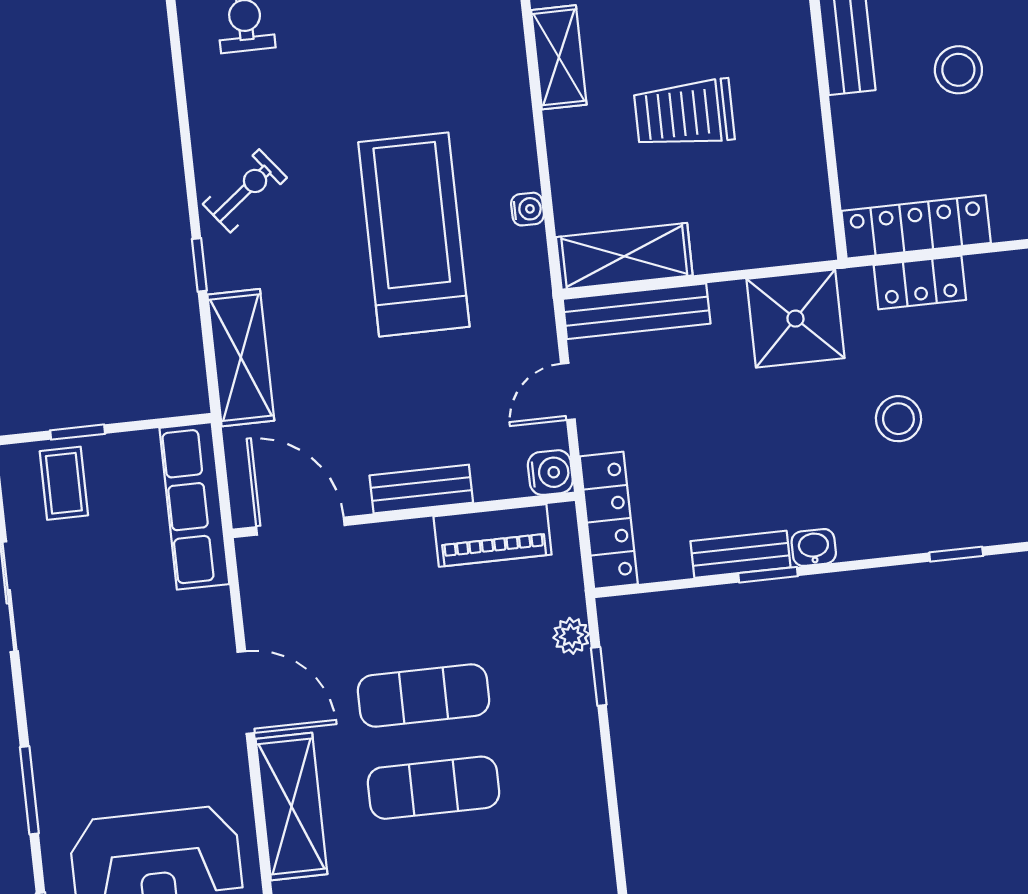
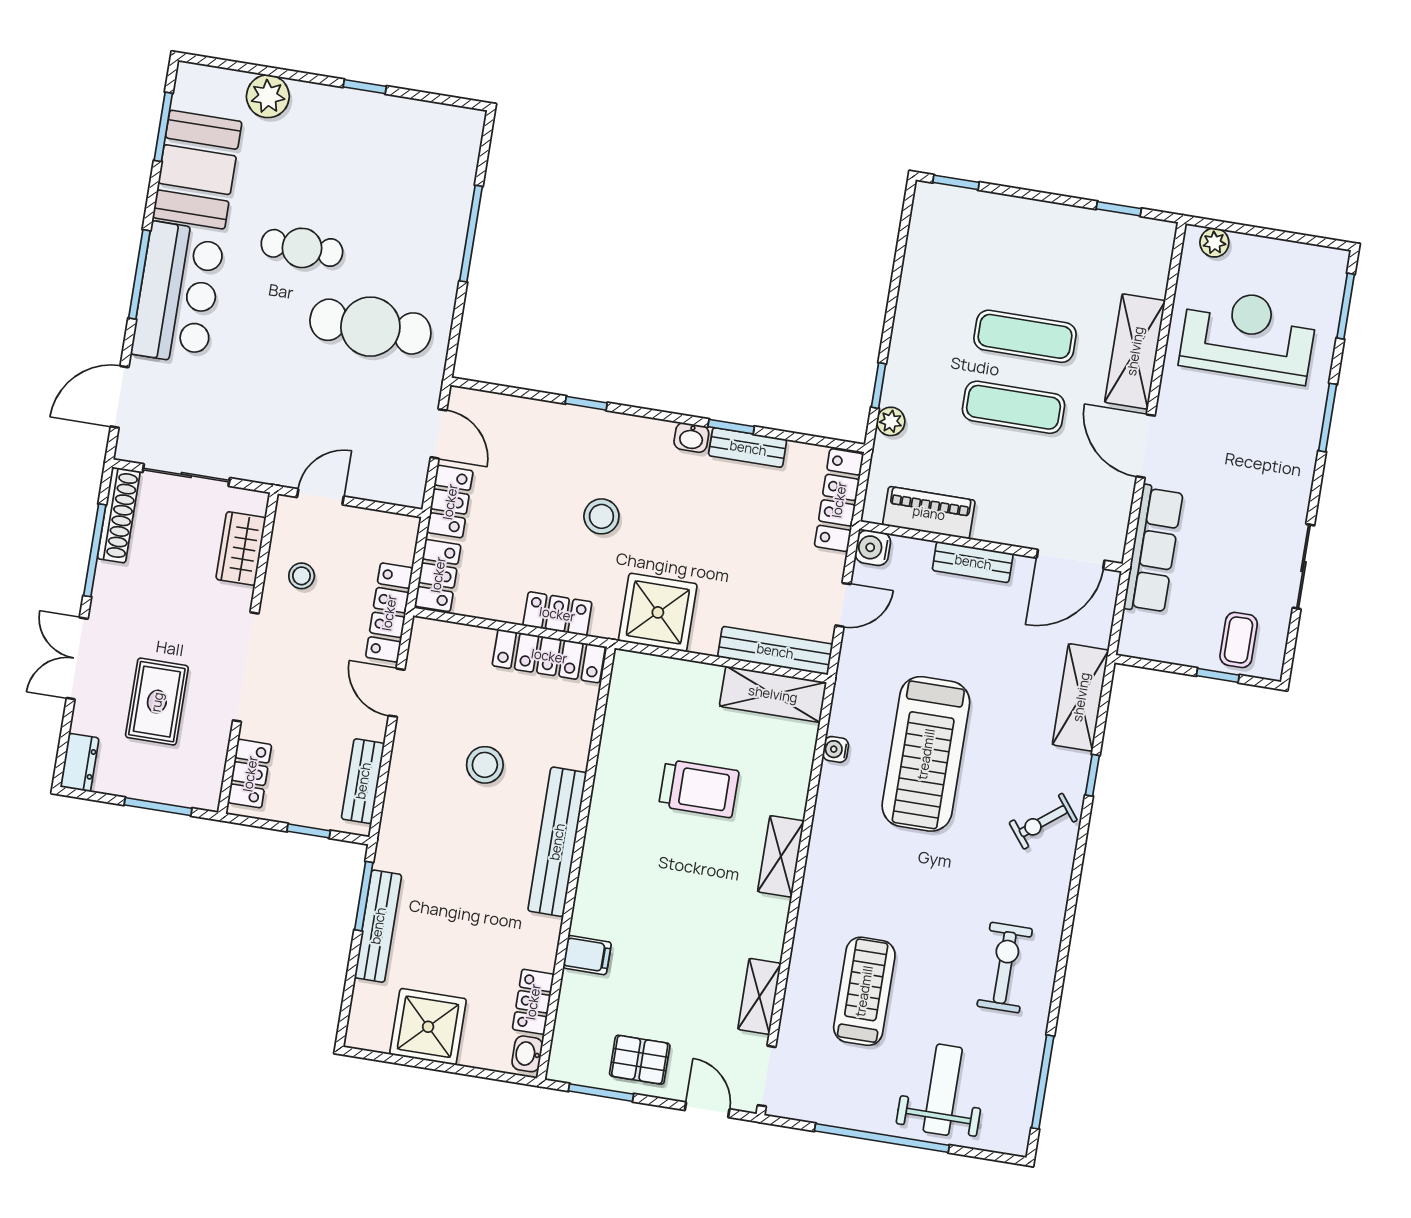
row of seats: (194, 506) -> (1153, 549), moved
door: (300, 526) -> (1071, 559), hinge flipped

